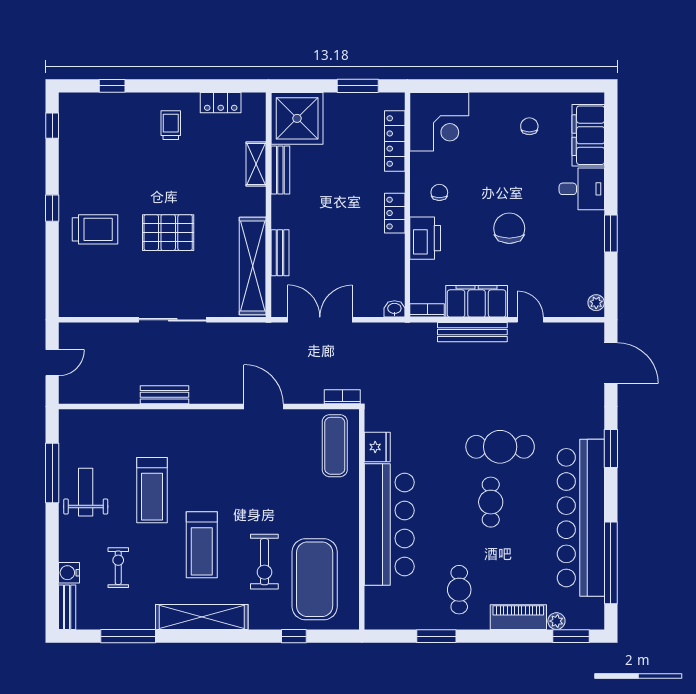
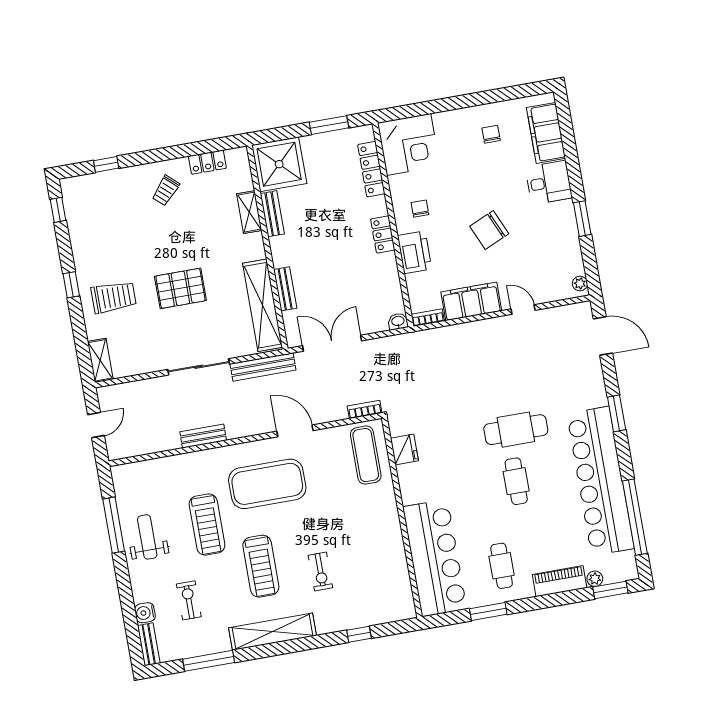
trolley: (171, 125) -> (166, 191), turned -138
chair: (509, 228) -> (489, 230), turned -114
shelving: (69, 294) -> (100, 360), added
bench: (472, 332) -> (263, 367), moved
bar counter: (389, 524) -> (435, 558), moved
exercise bike: (264, 562) -> (320, 571), width x0.73, depth x0.72
exercise mat: (315, 579) -> (267, 484), moved, turned 90

